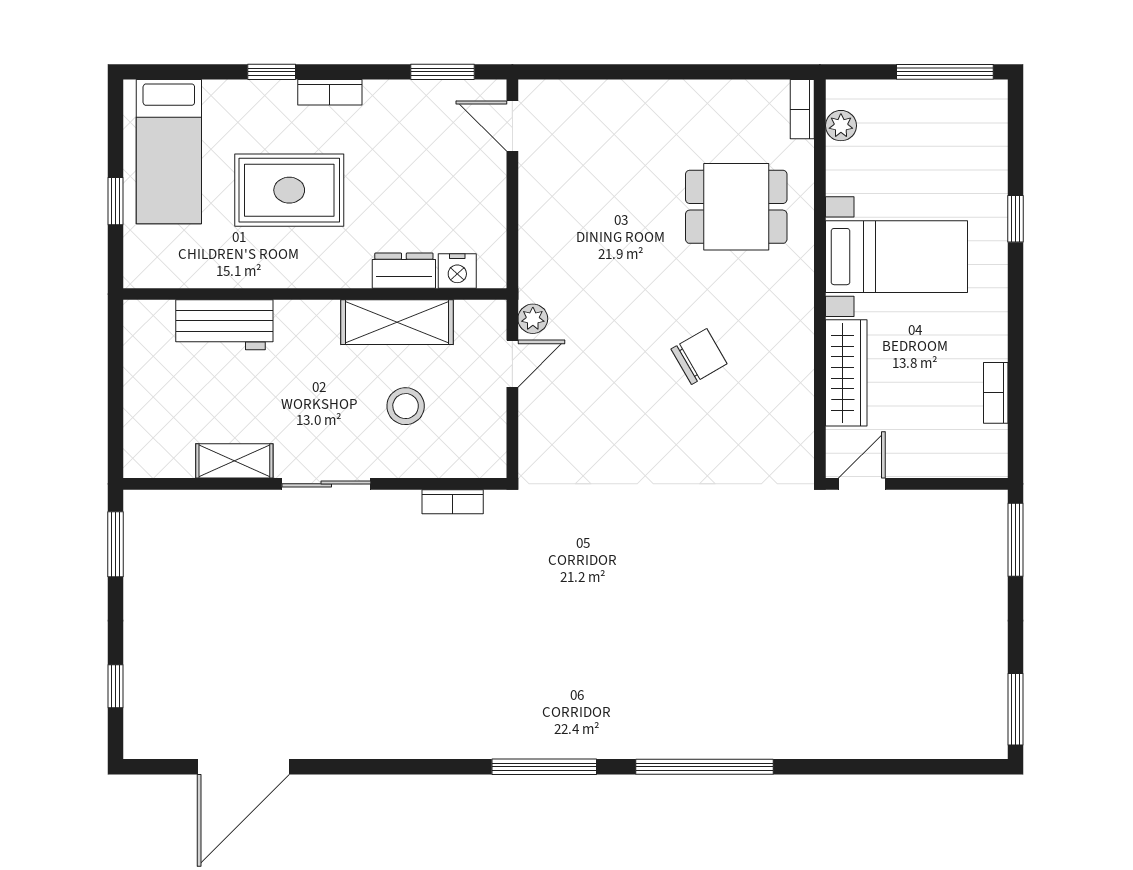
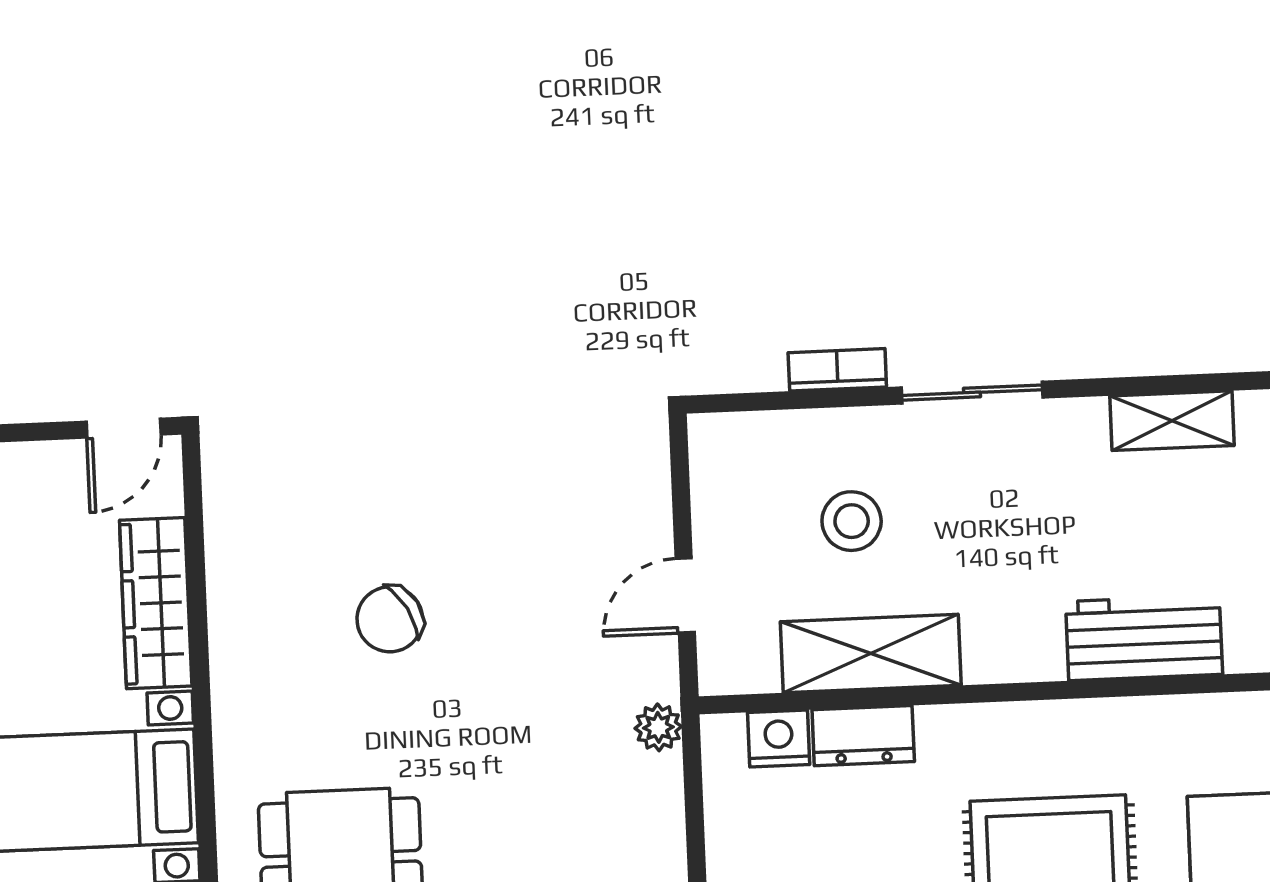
plant: (533, 319) -> (658, 727), moved
shelving: (234, 461) -> (1172, 421), moved
bookcase: (453, 502) -> (837, 370), moved

